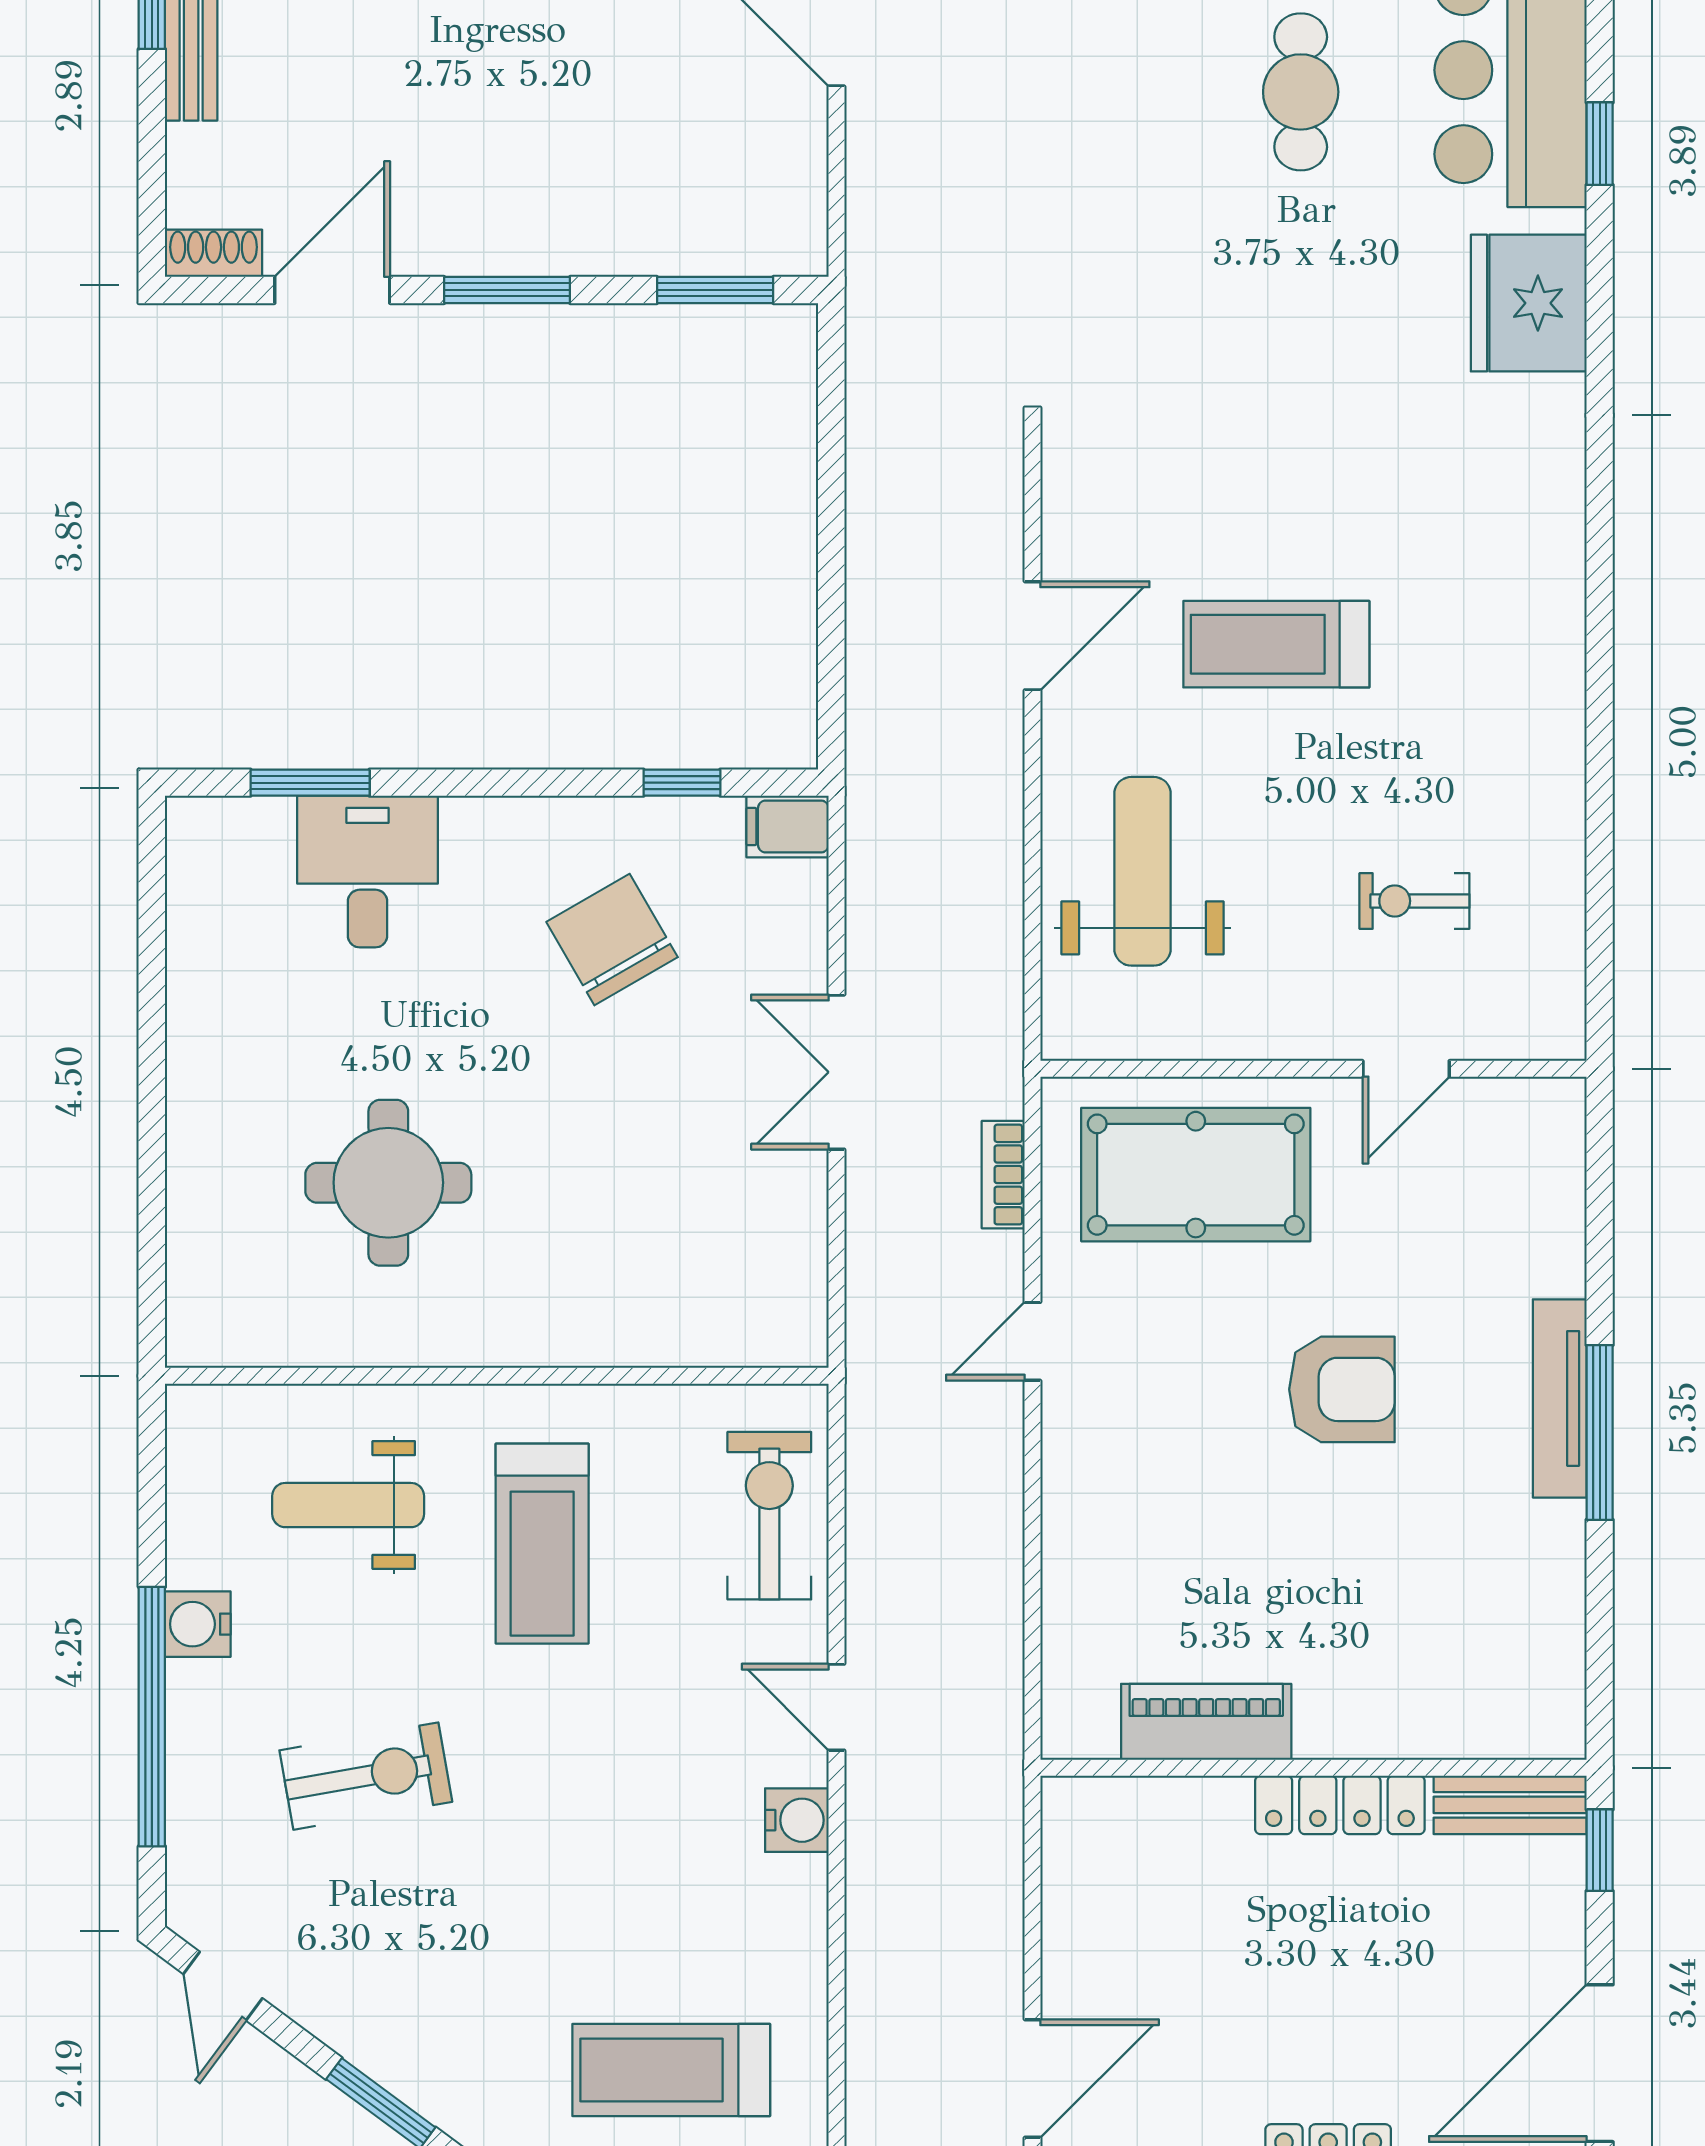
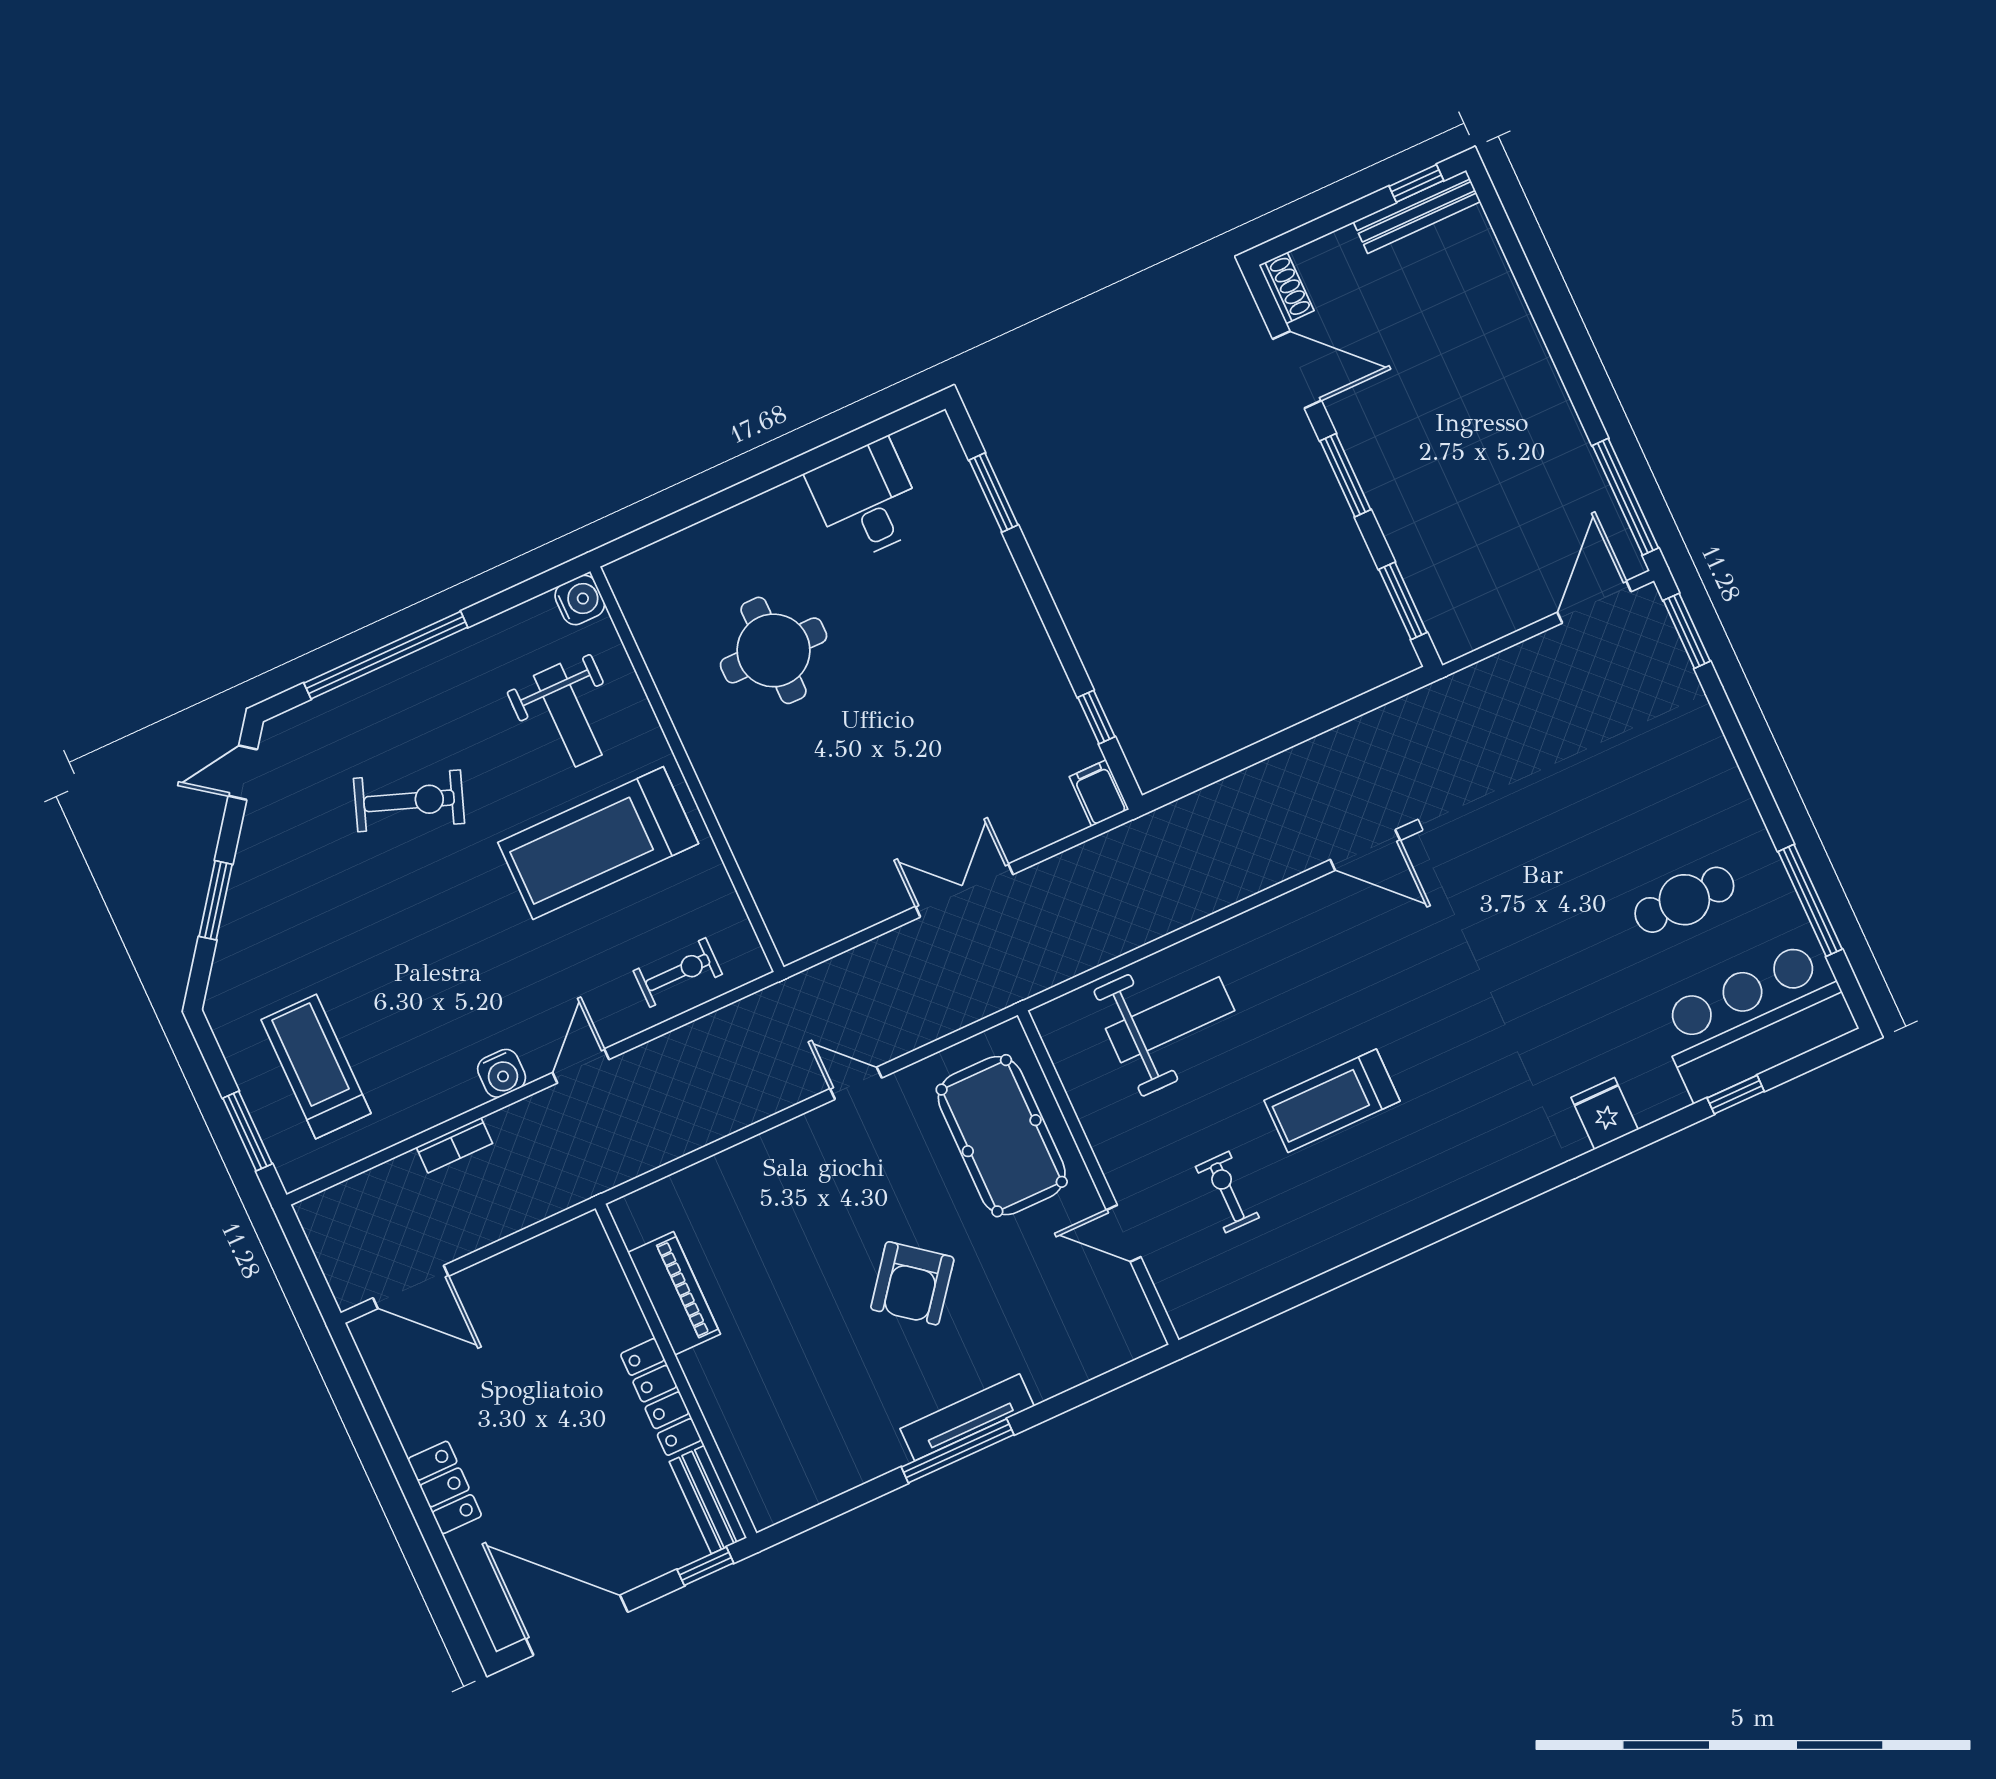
fridge: (1529, 303) -> (1605, 1113), width x0.53, depth x0.75
door: (1033, 636) -> (1365, 850), moved
treadmill: (1276, 644) -> (1332, 1101), moved, turned -90
desk: (368, 872) -> (866, 500), moved, turned -90
chair: (612, 940) -> (982, 718), removed
bookcase: (1003, 1175) -> (454, 1145), moved, turned 180
armchair: (1342, 1389) -> (912, 1283), turned 38
weight bench: (348, 1505) -> (568, 715), turned 180
exercise bike: (769, 1516) -> (678, 973), width x0.73, depth x0.72
treadmill: (542, 1544) -> (598, 843), width x1.37, depth x1.38
water cooler: (198, 1624) -> (580, 600), moved, turned 90
exercise bike: (366, 1776) -> (409, 801), turned -60

